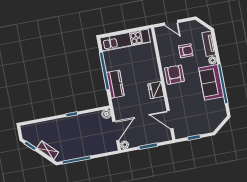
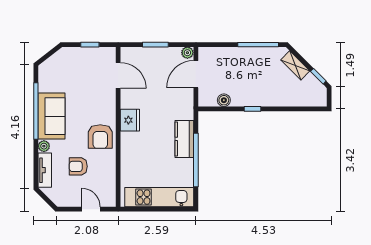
boiler: (106, 114) -> (224, 100), moved

